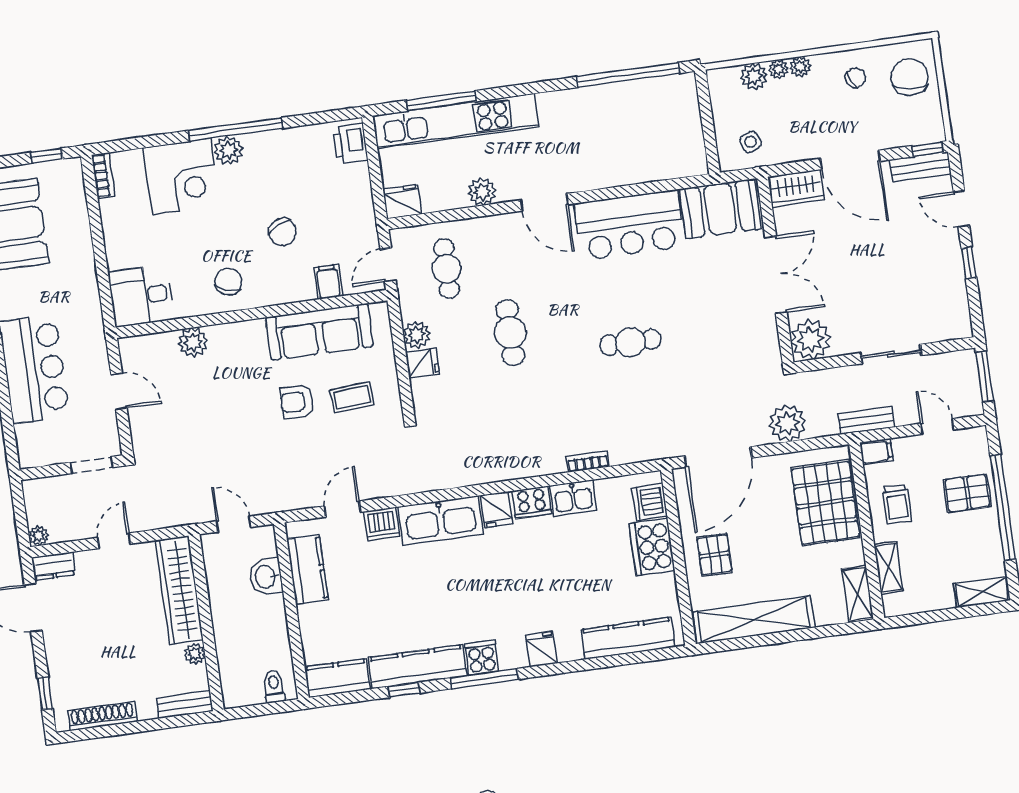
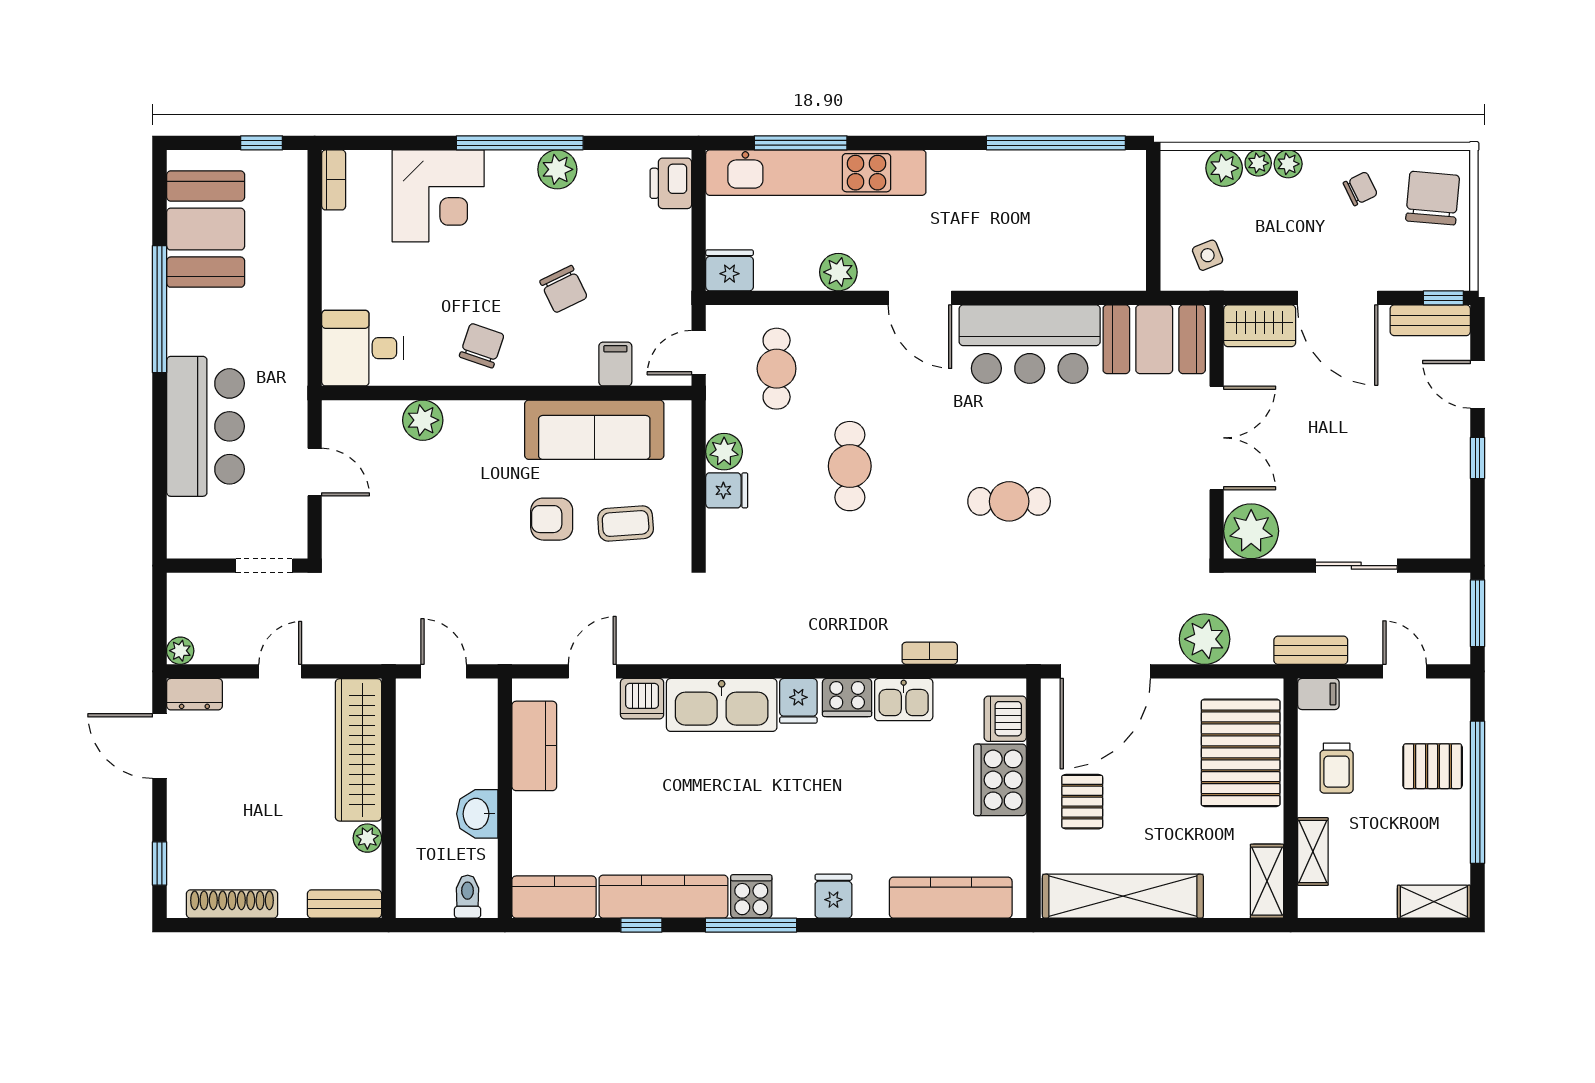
plant: (229, 150) -> (557, 169), moved
washbasin: (266, 577) -> (477, 814), moved

